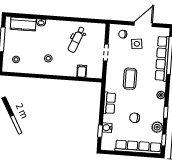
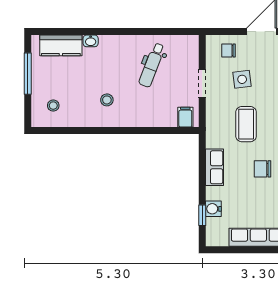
side table: (137, 44) -> (242, 79), moved
filing cabinet: (82, 71) -> (185, 117), moved
chair: (135, 118) -> (263, 169), moved

